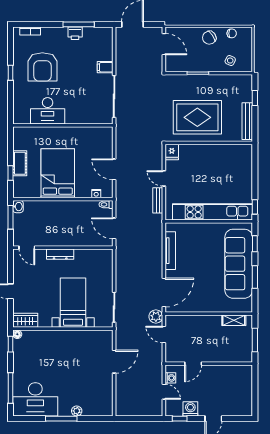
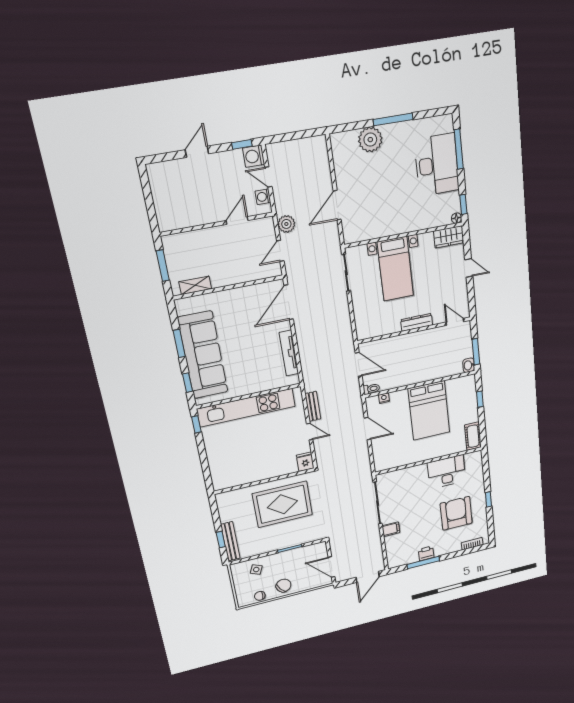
bench: (247, 121) -> (230, 541), moved
cot: (20, 163) -> (473, 436), moved
plant: (156, 317) -> (286, 224), moved
door: (164, 335) -> (280, 251), swing flipped
desk: (35, 399) -> (437, 165), moved, turned 90
washing machine: (190, 409) -> (254, 156), moved, turned 90
plant: (77, 411) -> (370, 140), width x1.88, depth x1.88

